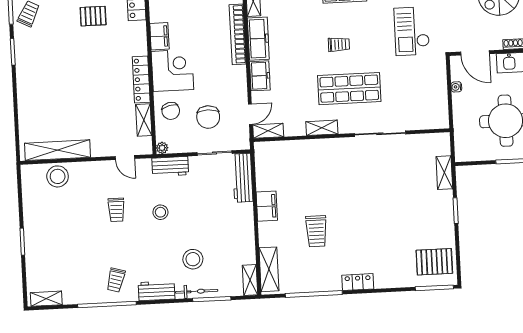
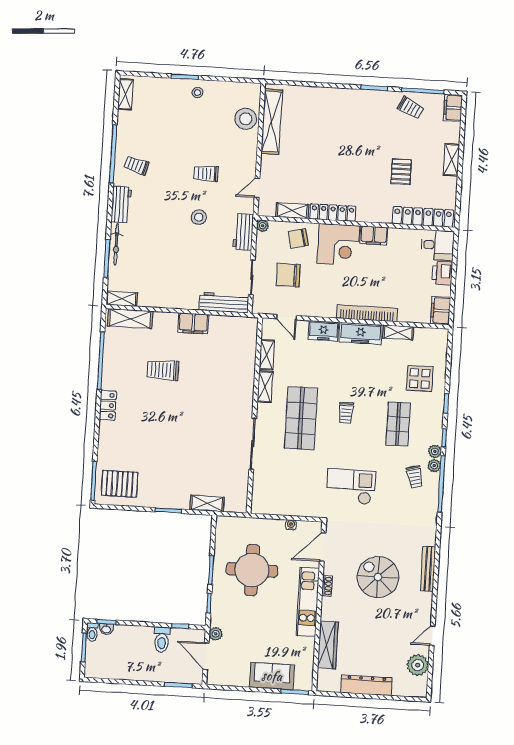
shelving: (268, 131) -> (267, 355), moved
stool: (193, 259) -> (198, 93), moved, width x0.53, depth x0.53
pallet: (434, 262) -> (120, 484), turned 90

